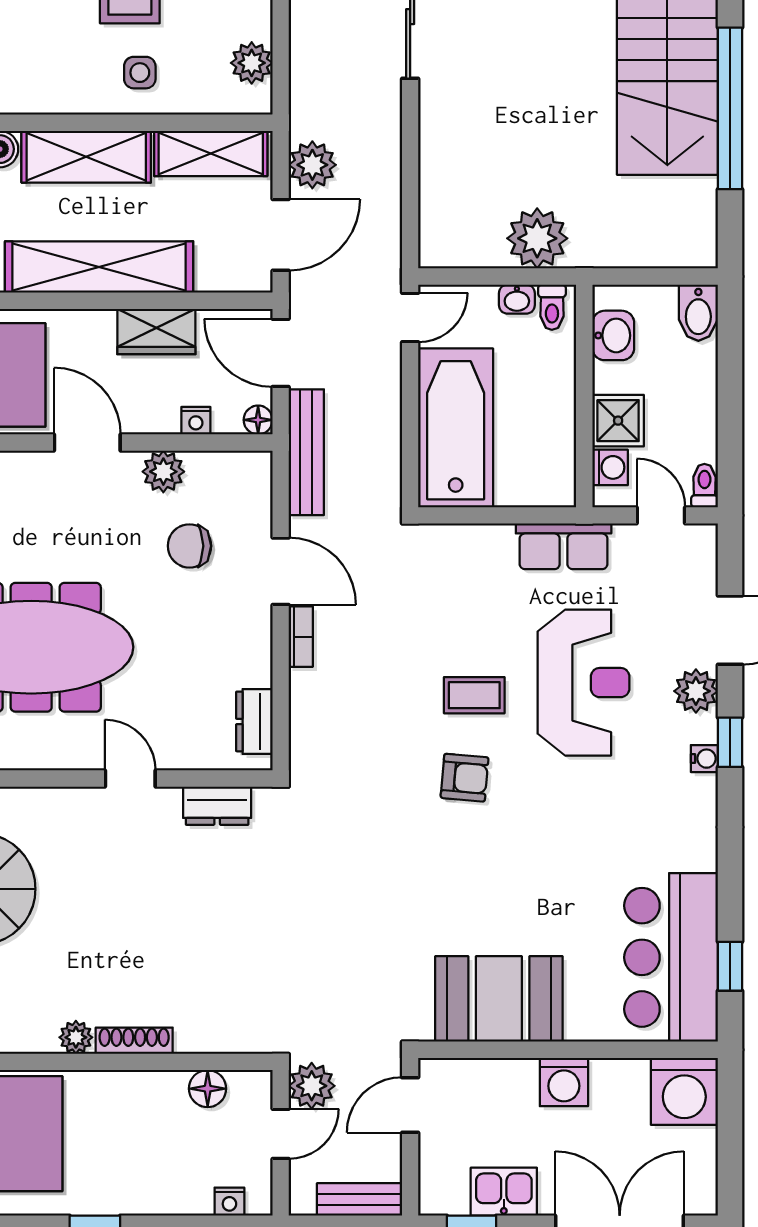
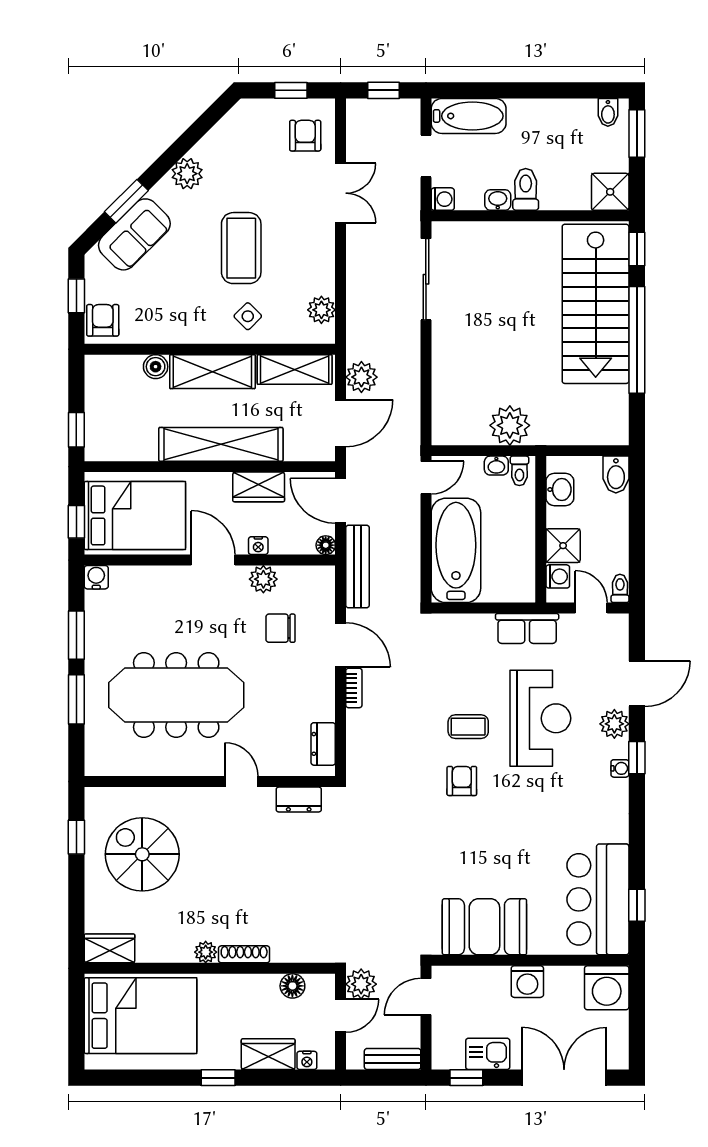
side table: (140, 73) -> (248, 316), turned 45
nightstand: (196, 421) -> (258, 546), moved
armchair: (465, 778) -> (462, 781), turned -95
wardrobe: (171, 1192) -> (268, 1054), added

